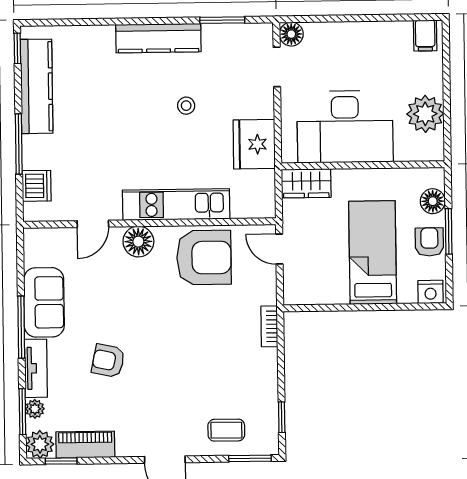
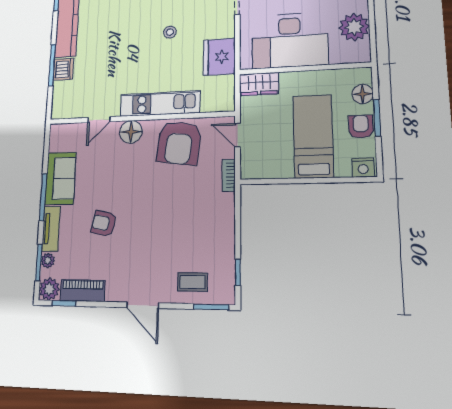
dishwasher: (37, 186) -> (63, 69), moved
armchair: (204, 258) -> (179, 143), turned 97
bookcase: (269, 326) -> (229, 175), moved

